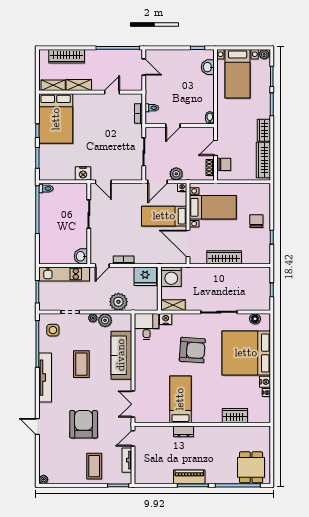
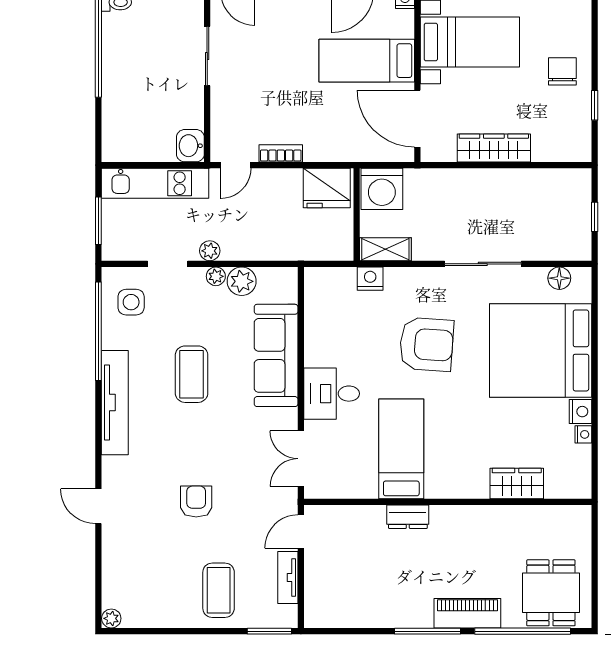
plant: (118, 302) -> (210, 251), moved, width x0.53, depth x0.53
desk: (147, 327) -> (332, 394), moved, turned -90
armchair: (84, 424) -> (196, 502), width x0.53, depth x0.53
piano: (189, 477) -> (467, 613), moved

